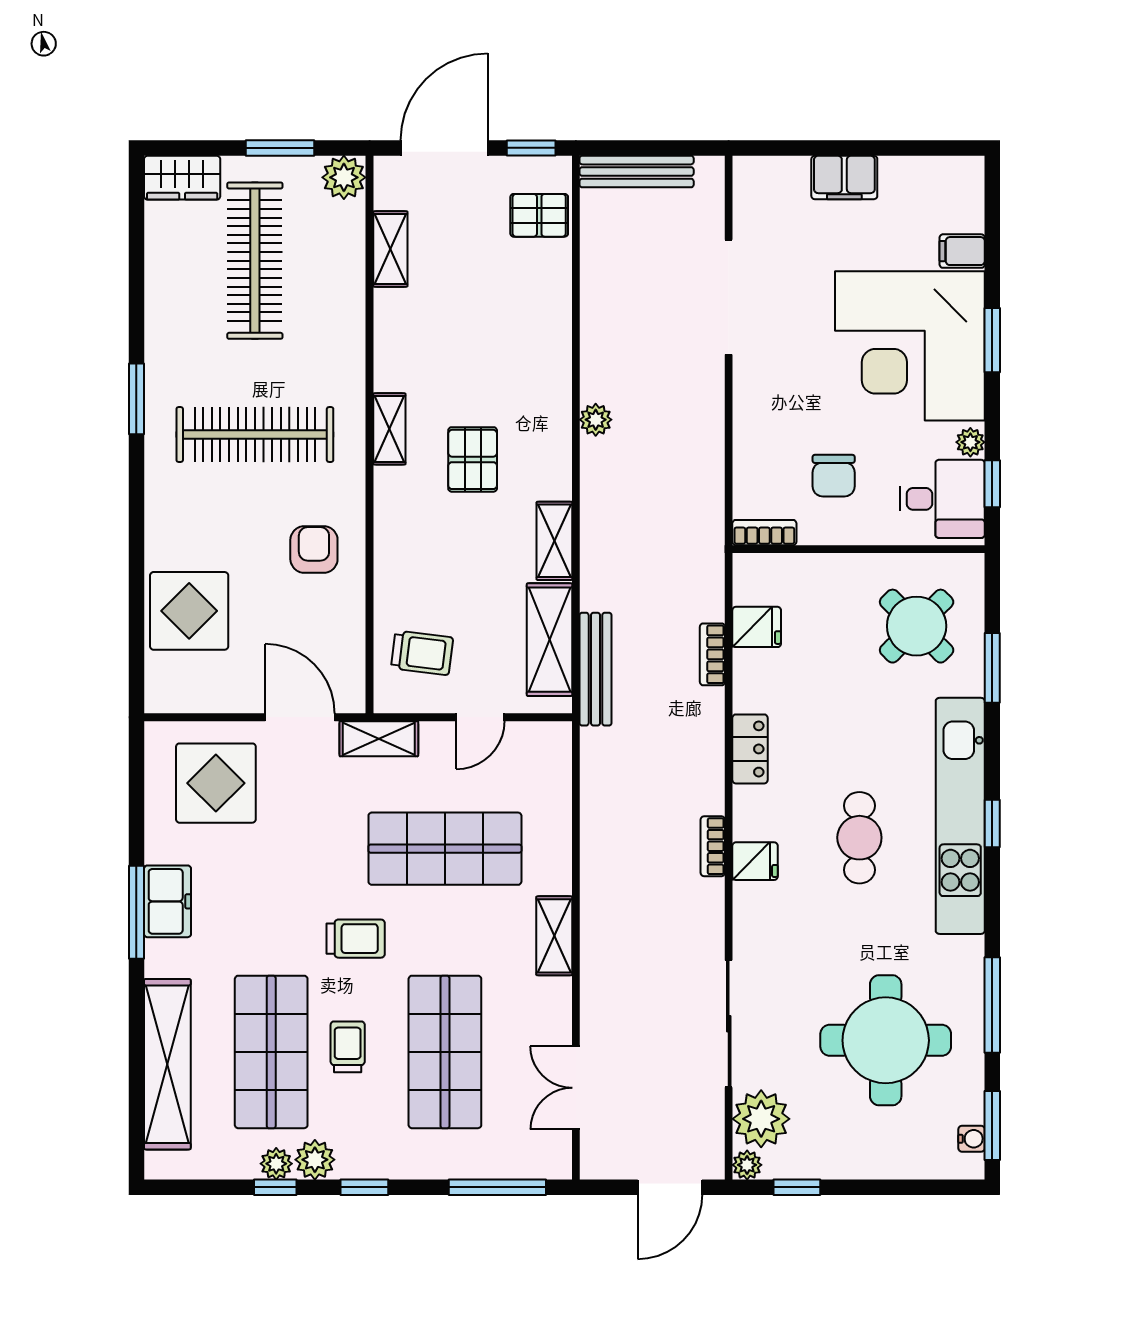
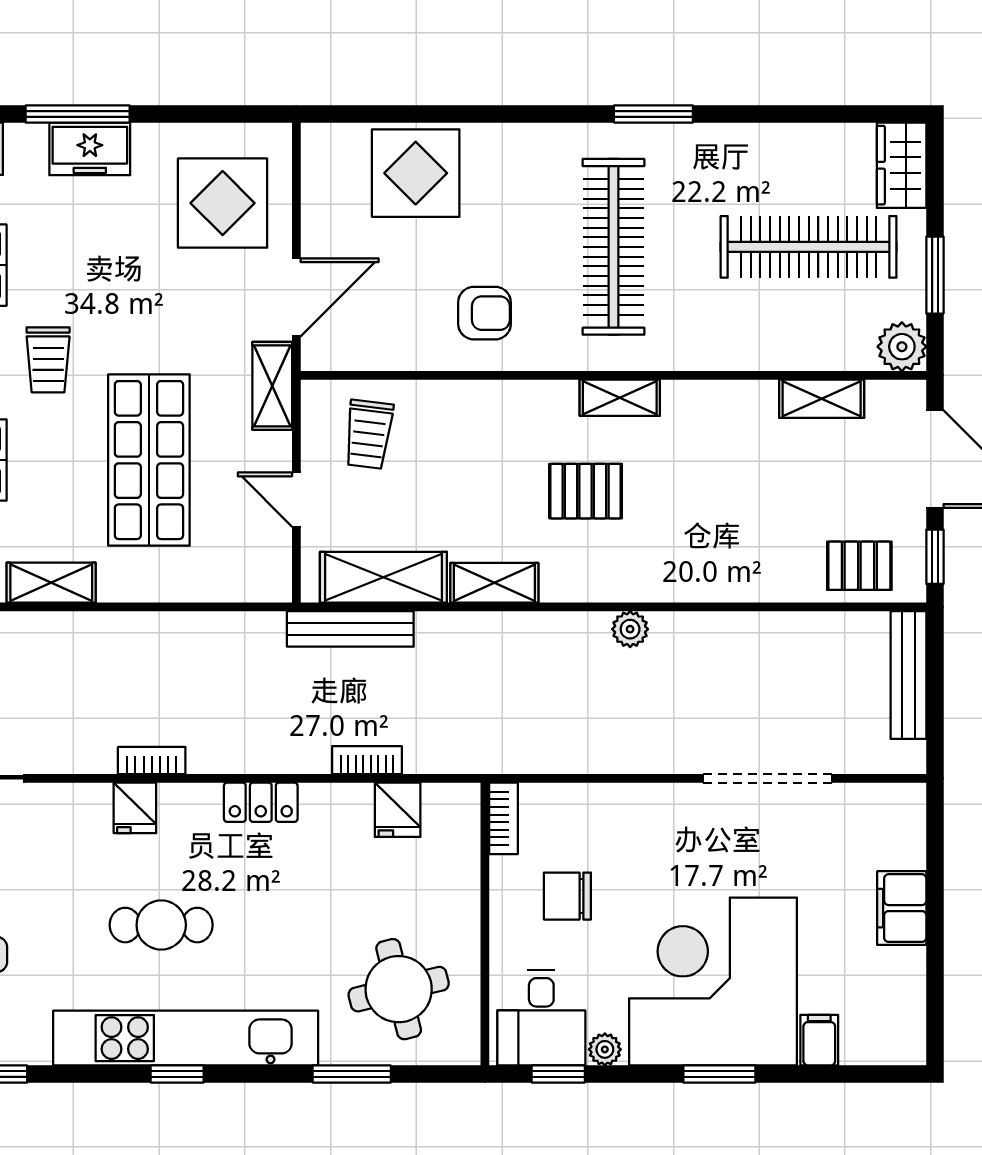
pallet: (539, 215) -> (859, 566), turned 90
round table: (917, 626) -> (399, 989), turned 31

